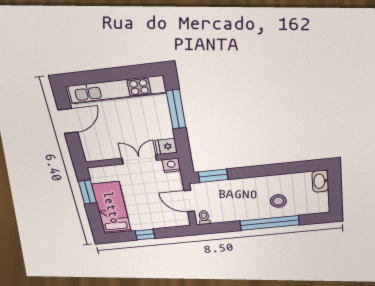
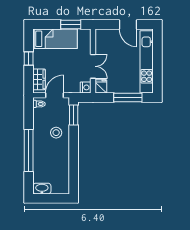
washbasin: (320, 181) -> (42, 189), moved
stool: (278, 201) -> (56, 133), moved
wardrobe: (171, 221) -> (39, 79), added

